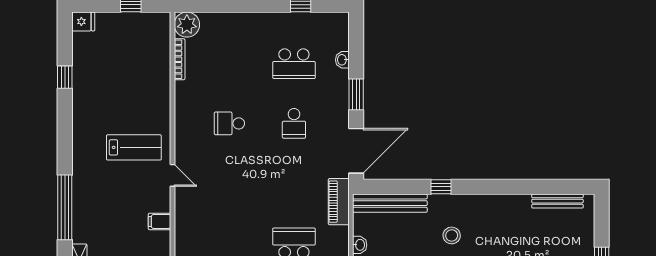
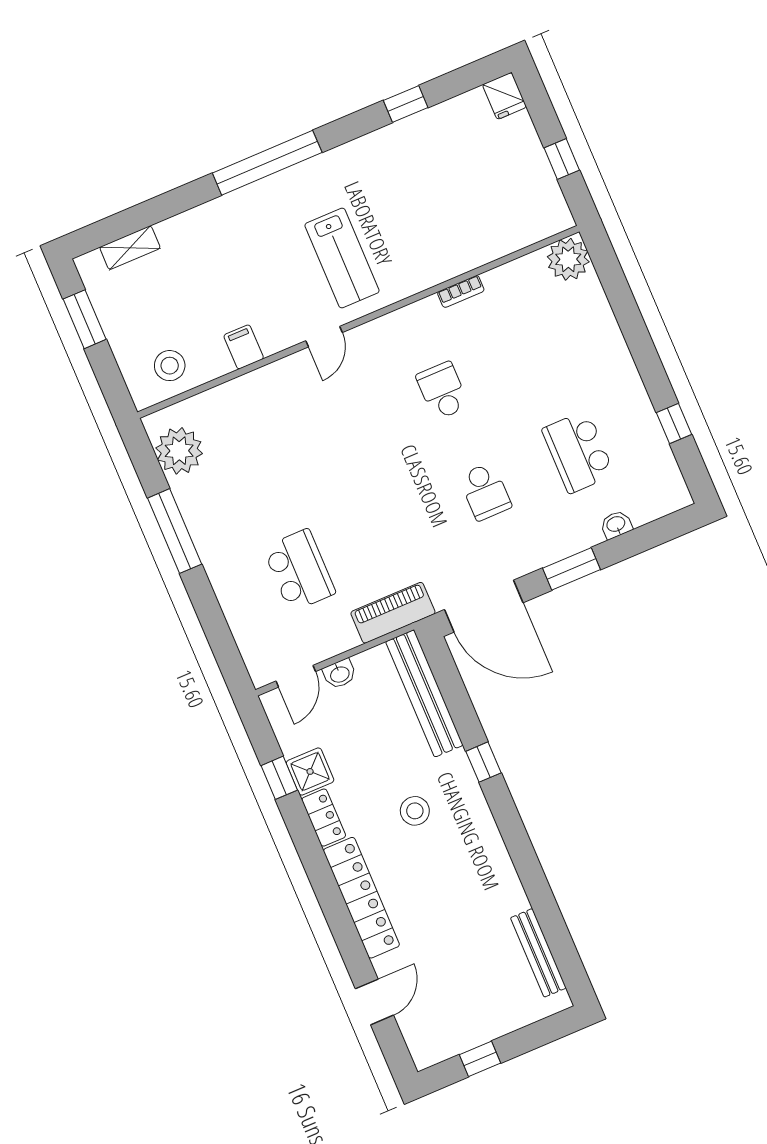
bookcase: (180, 59) -> (461, 291), moved, width x0.64
school desk: (294, 123) -> (485, 491), turned -90
window: (65, 207) -> (267, 163), moved

